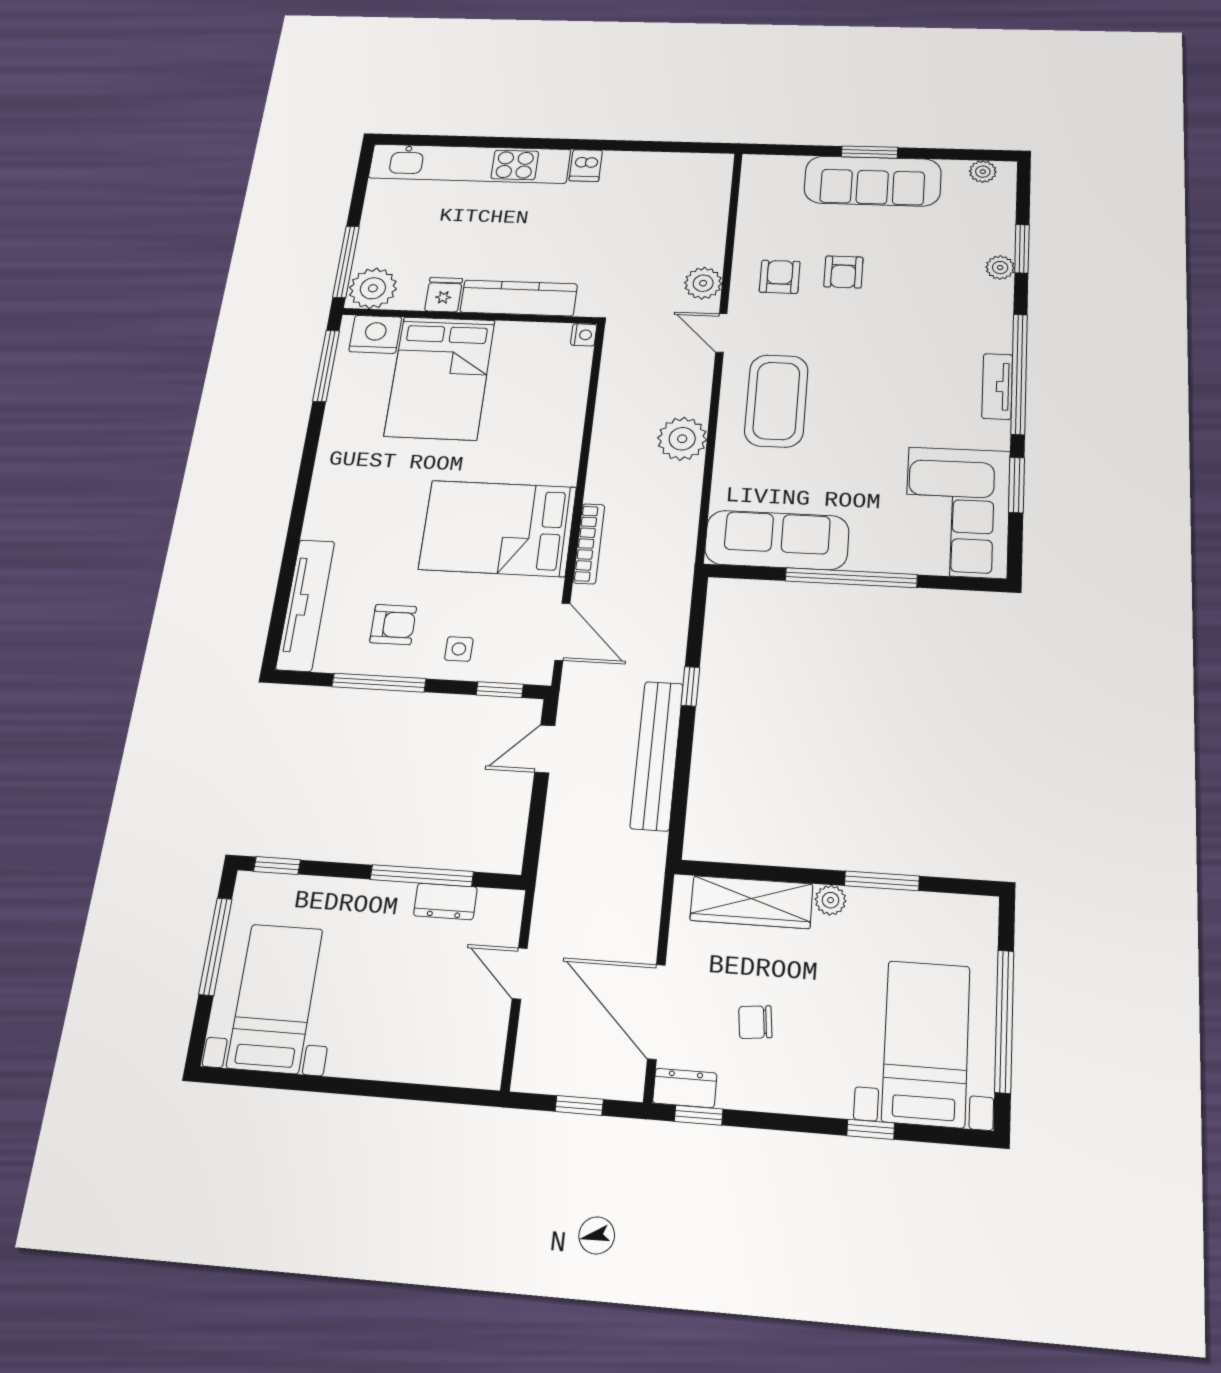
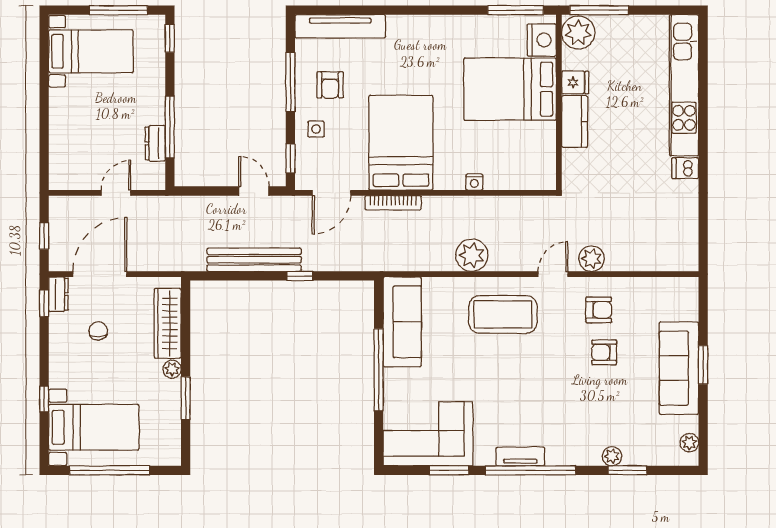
kitchen counter: (519, 298) -> (575, 121), width x0.67
nightstand: (584, 335) -> (474, 182), moved

